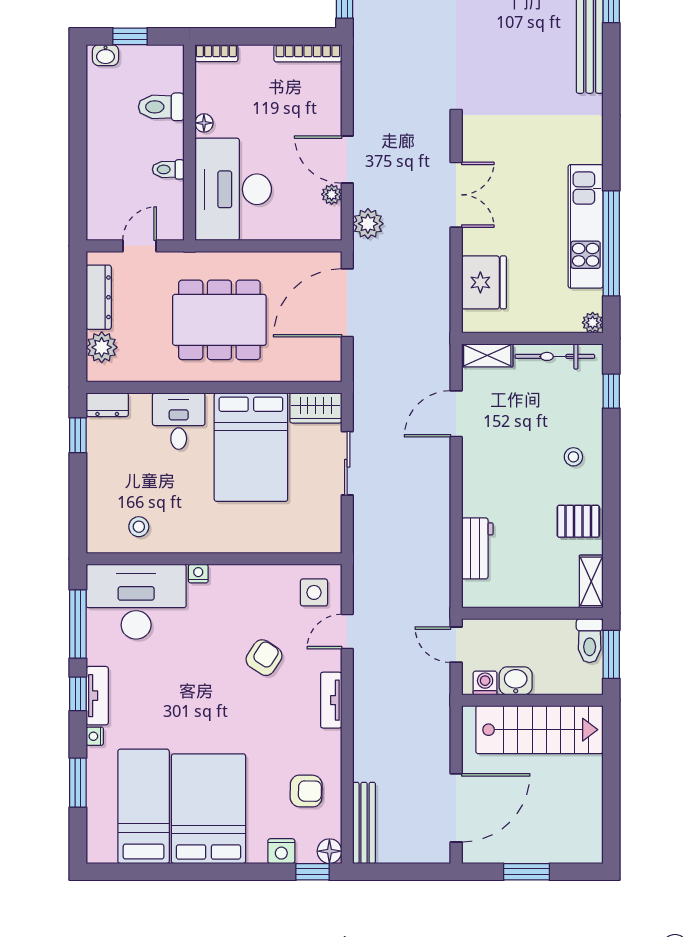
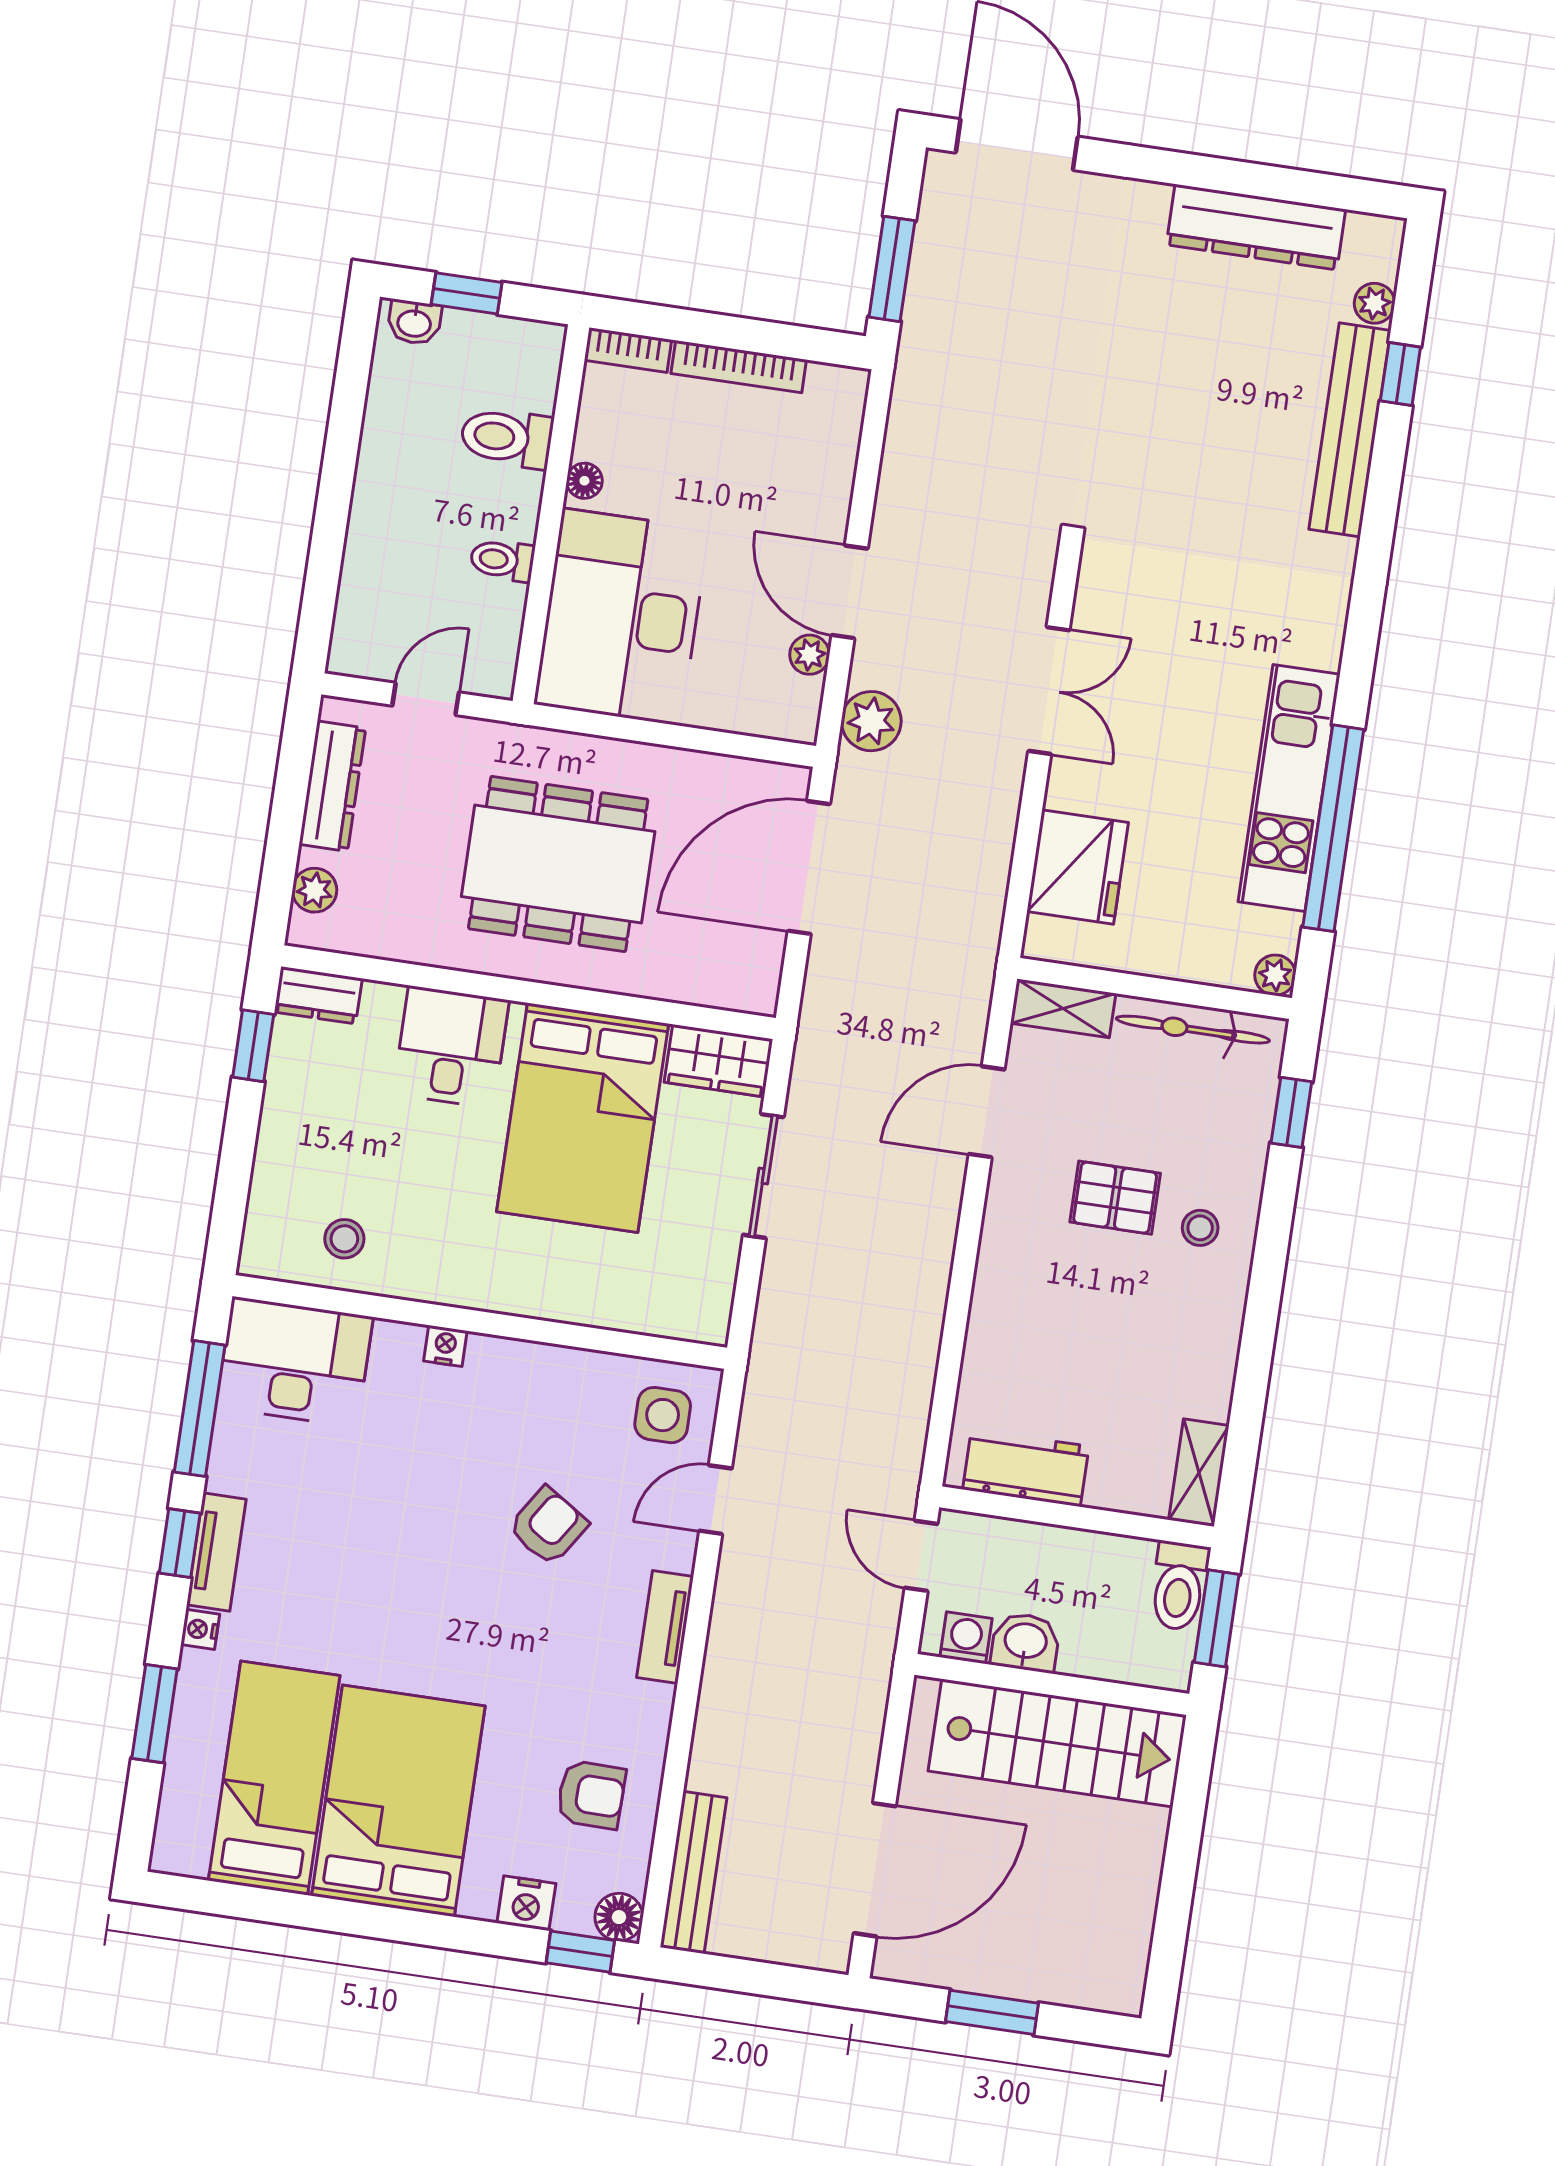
bookcase: (308, 53) -> (739, 367), moved
plant: (102, 347) -> (315, 890), width x0.73, depth x0.73
pallet: (578, 521) -> (1115, 1198), moved
workbench: (477, 548) -> (1026, 1468), moved, turned -90
desk: (136, 602) -> (295, 1362), width x0.73, depth x0.77

